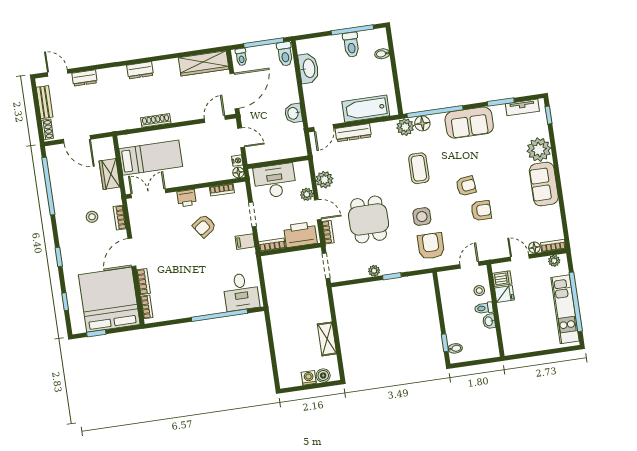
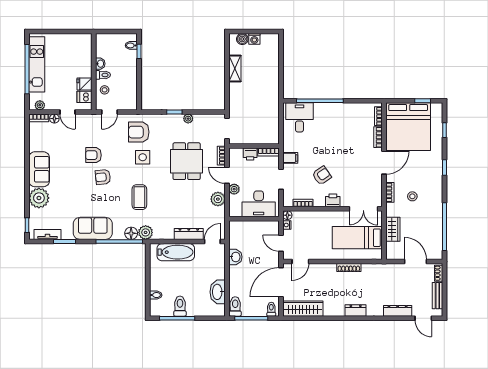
dresser: (85, 78) -> (398, 311), width x1.44
printer: (300, 235) -> (250, 154), width x0.53, depth x0.68
armchair: (431, 246) -> (139, 132), turned 90

